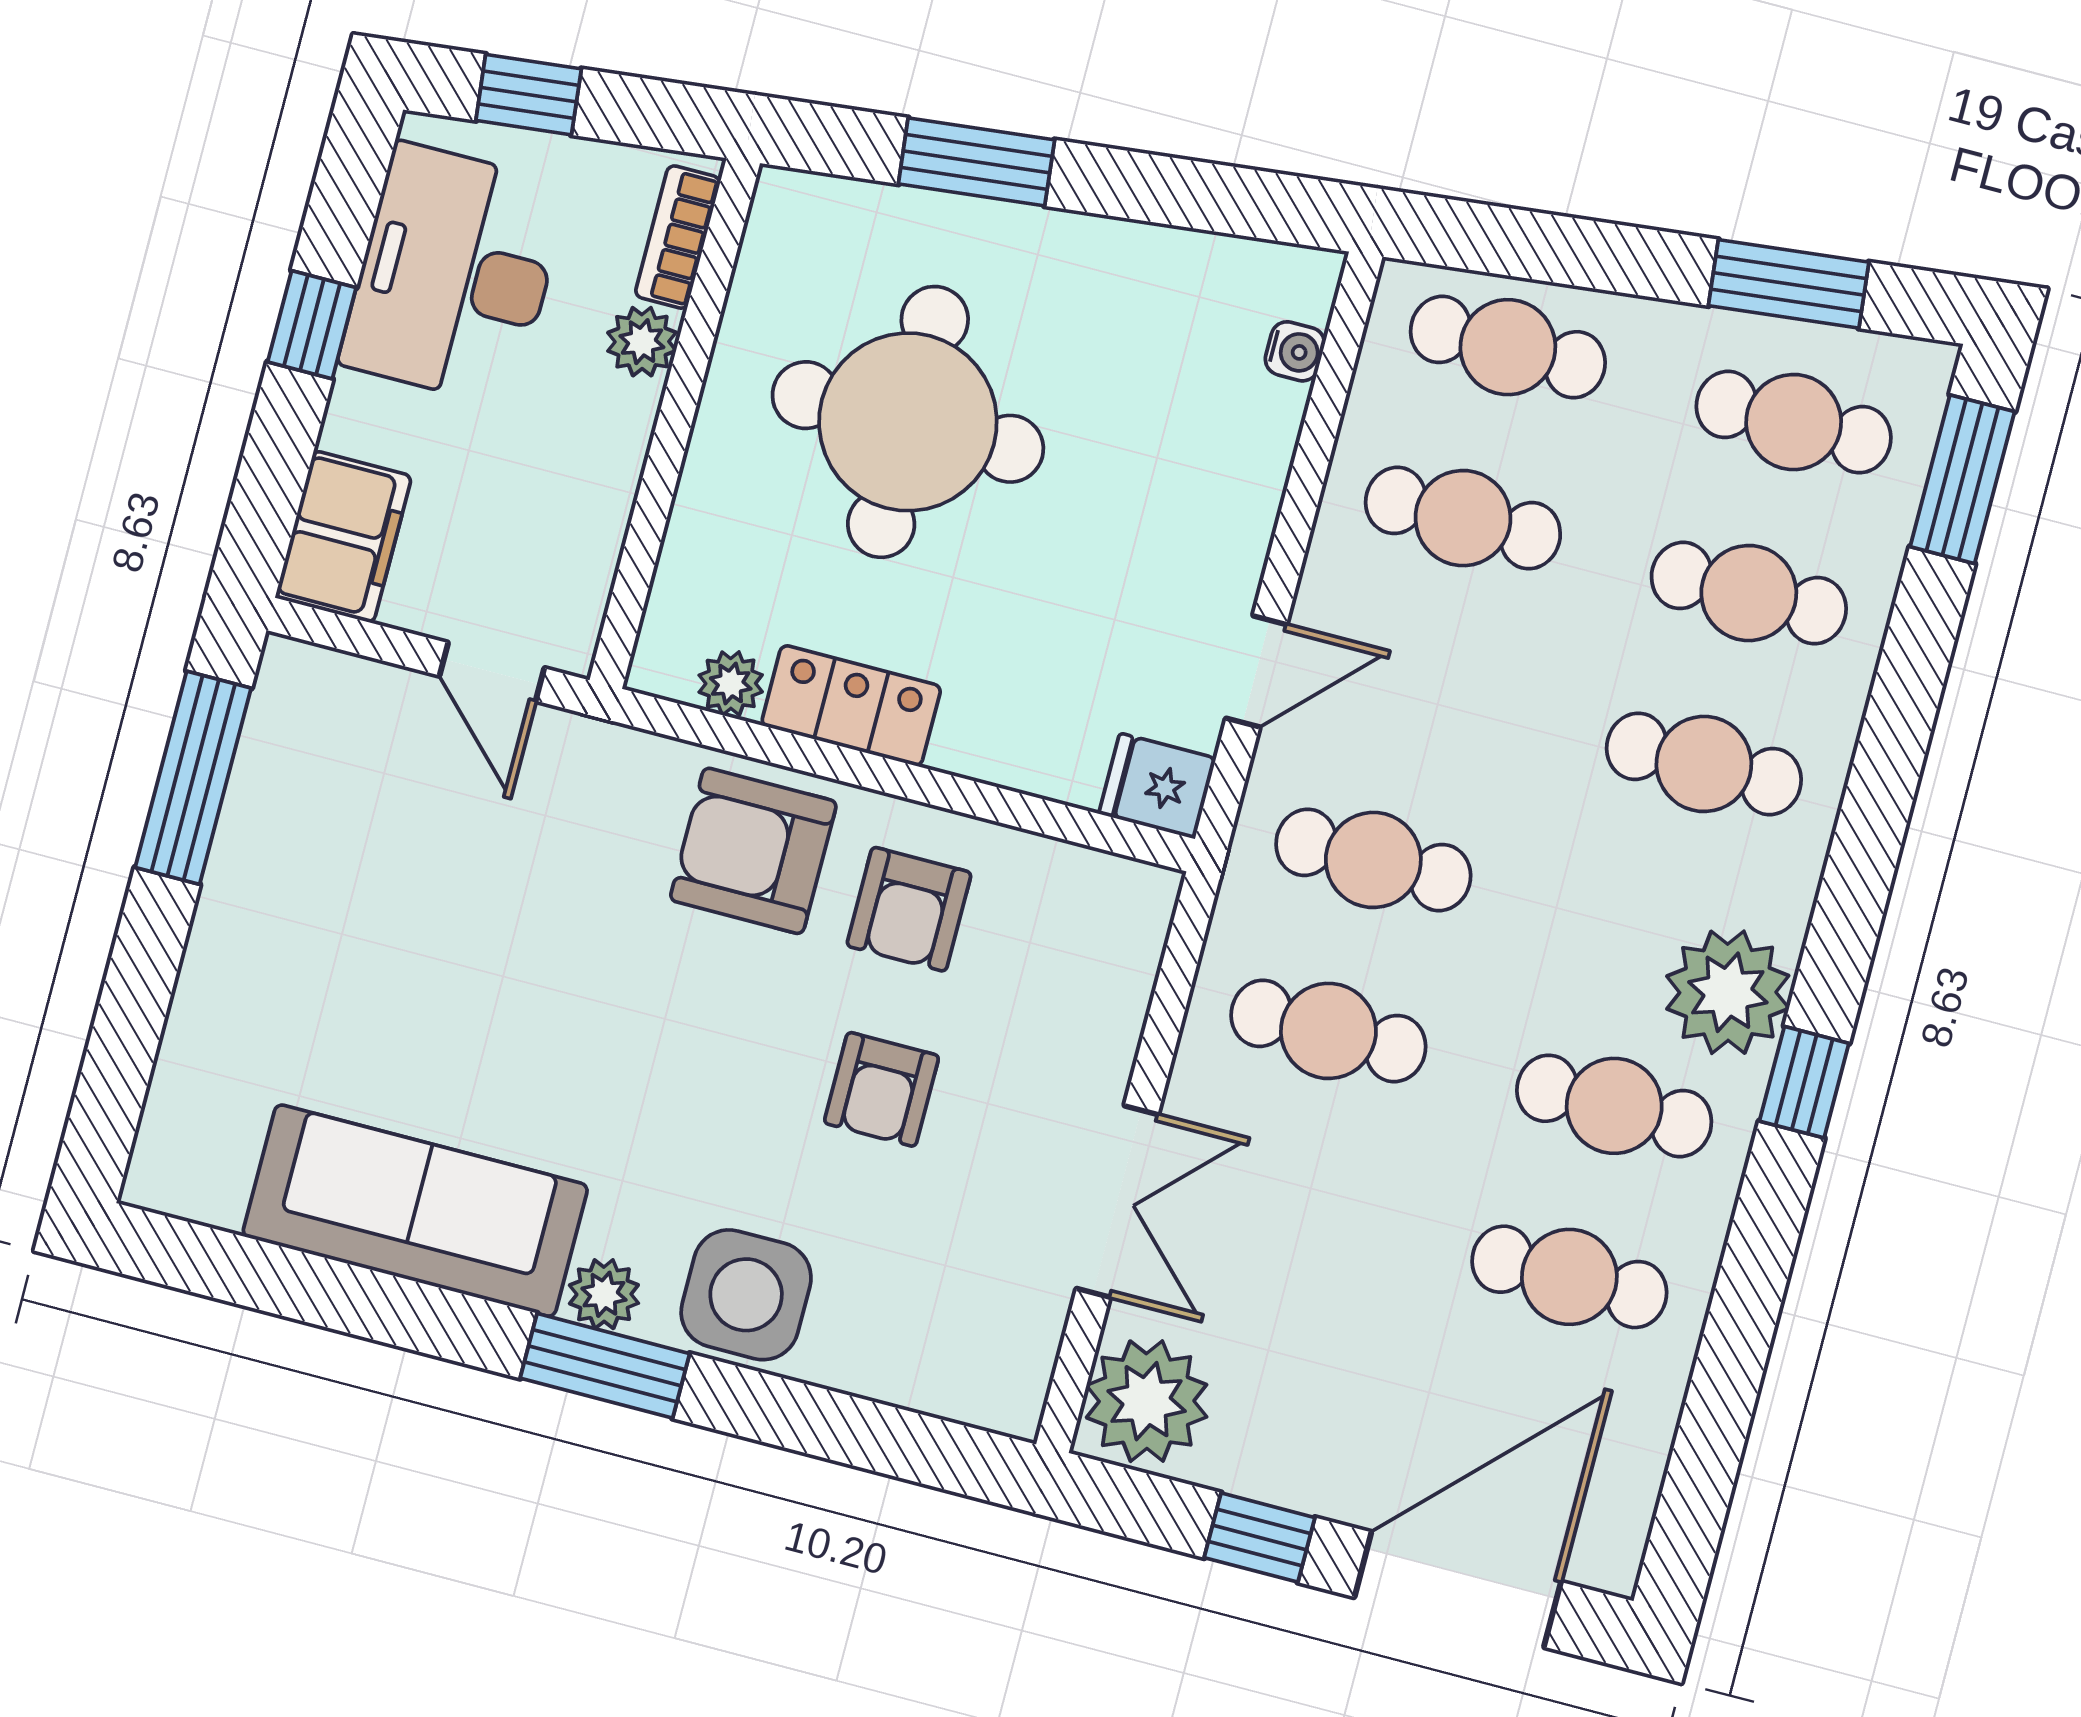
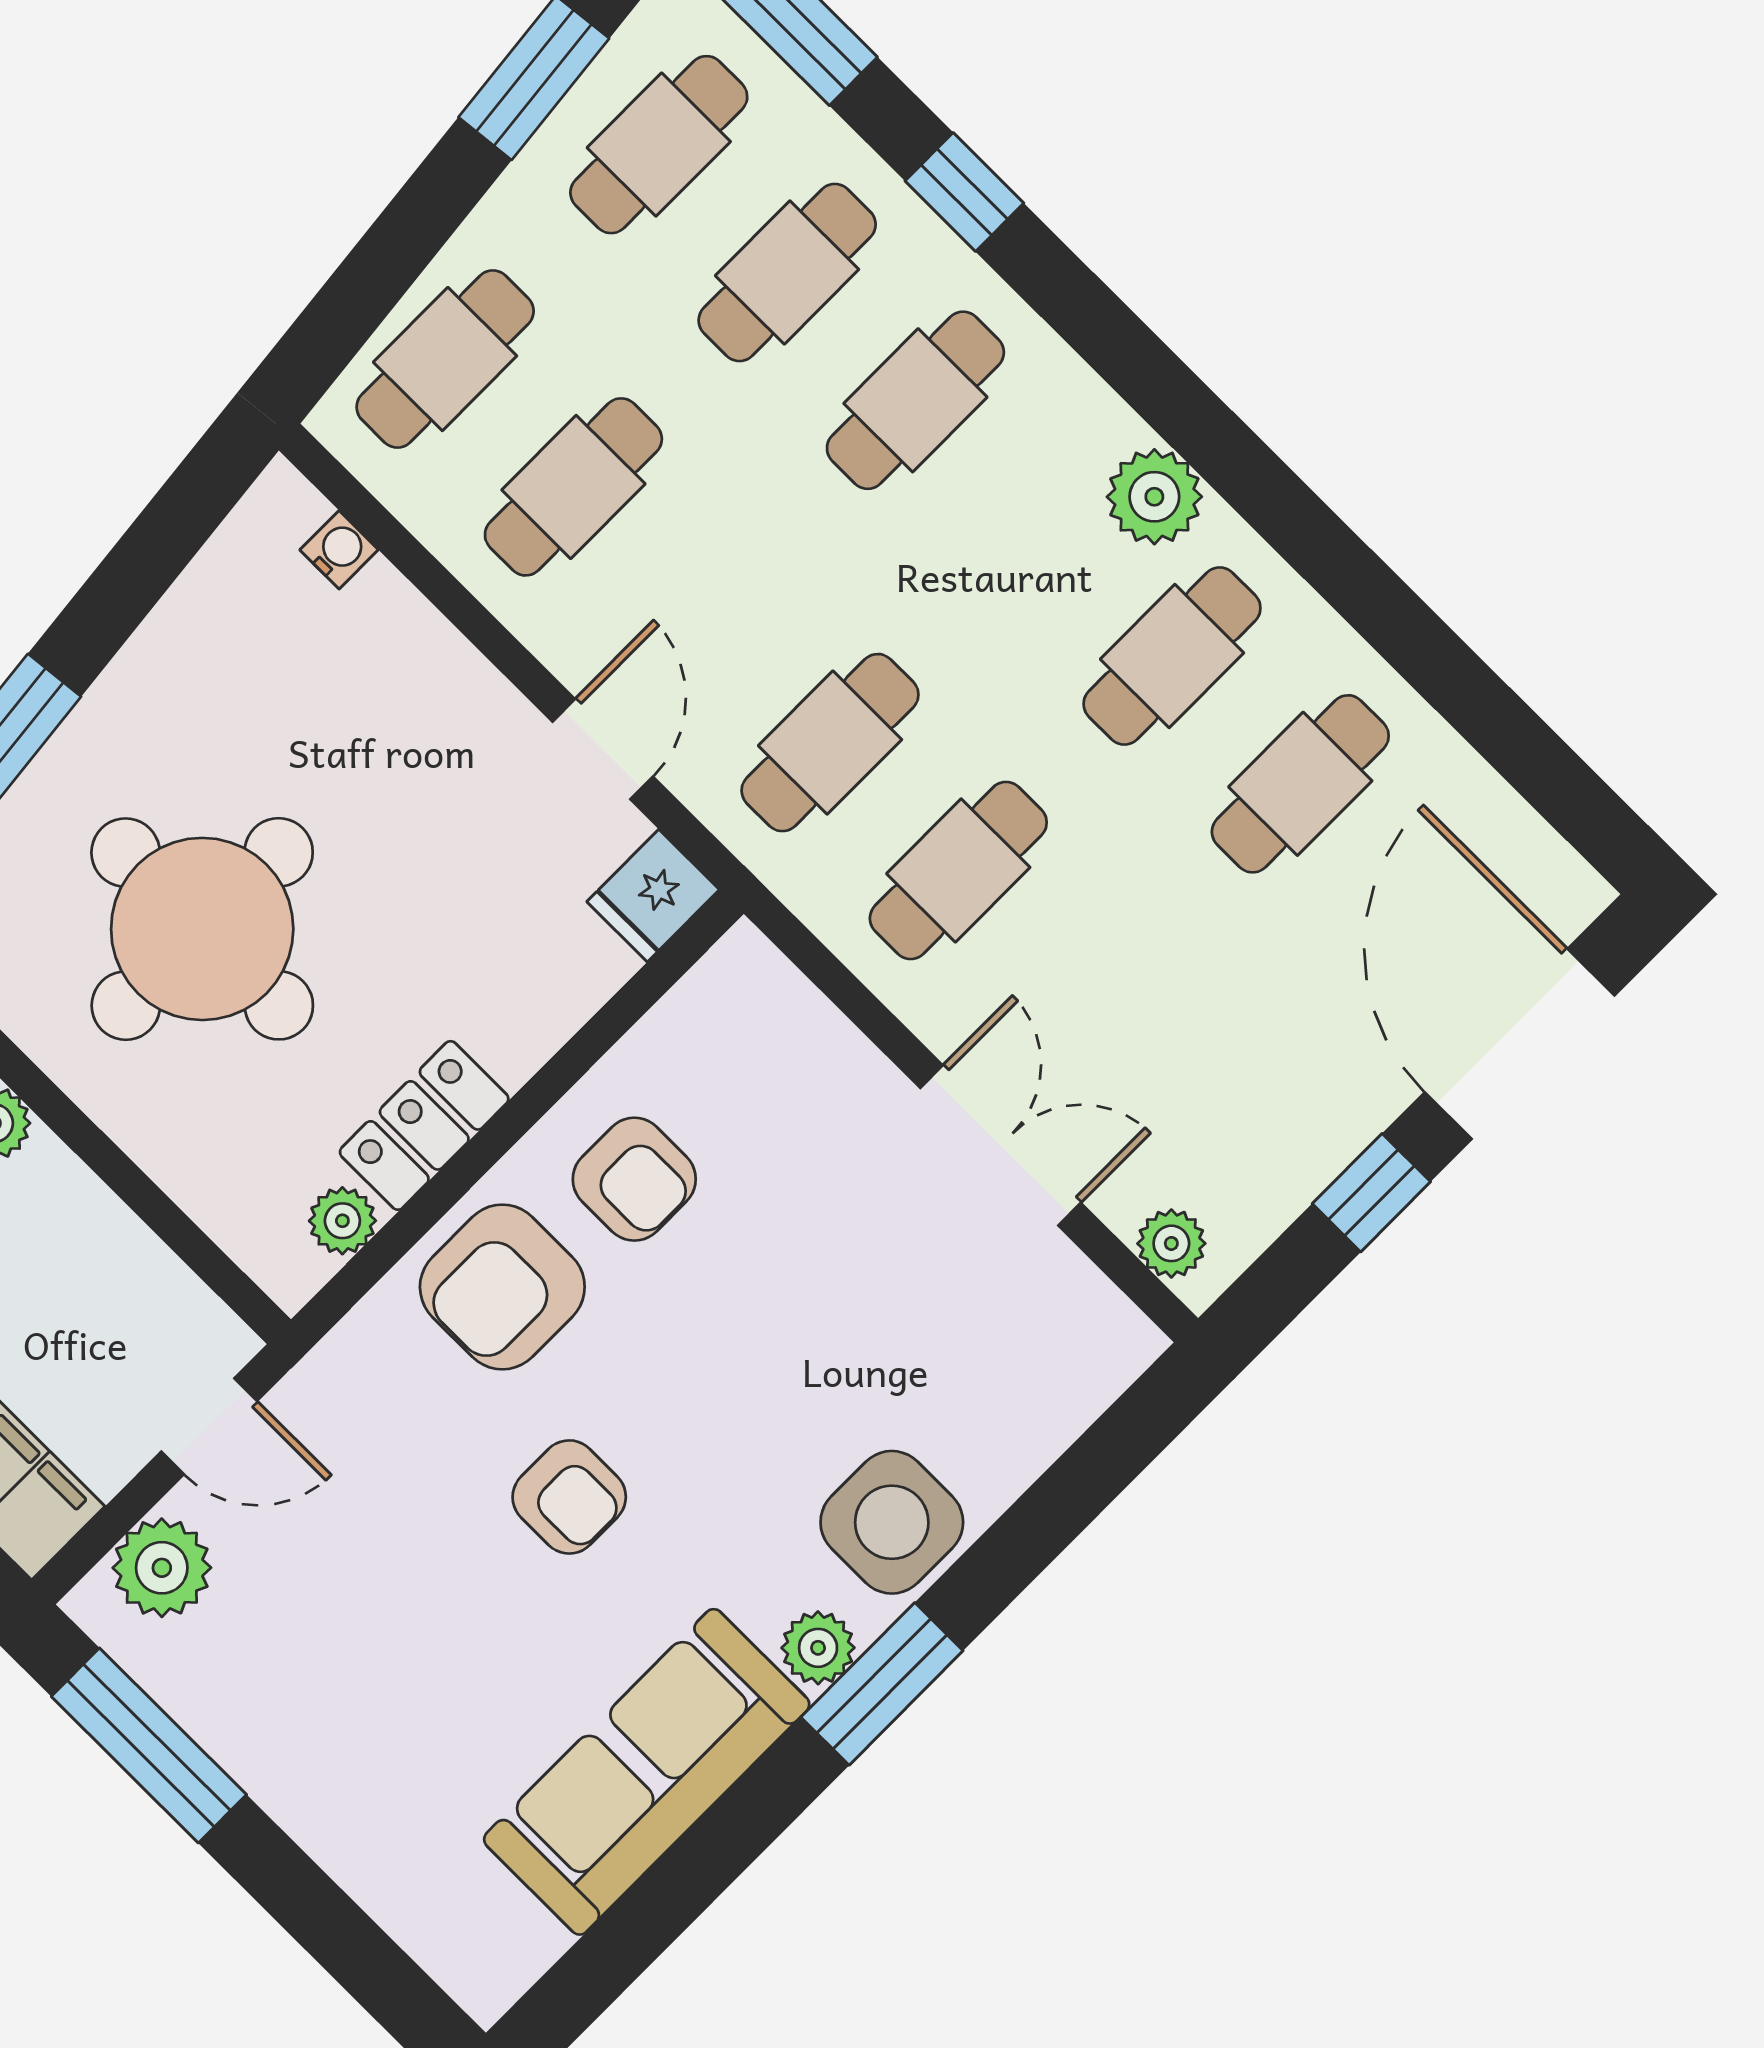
plant: (349, 701) -> (162, 1568), added
plant: (1728, 992) -> (1154, 497), width x0.73, depth x0.73
window: (1804, 1082) -> (964, 192), moved
armchair: (882, 1089) -> (569, 1497), moved
plant: (1147, 1401) -> (1171, 1243), width x0.53, depth x0.53

